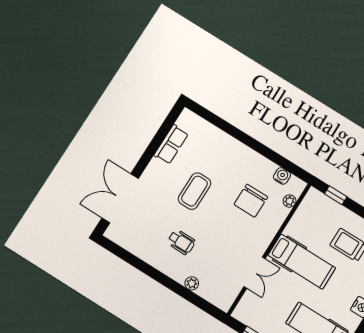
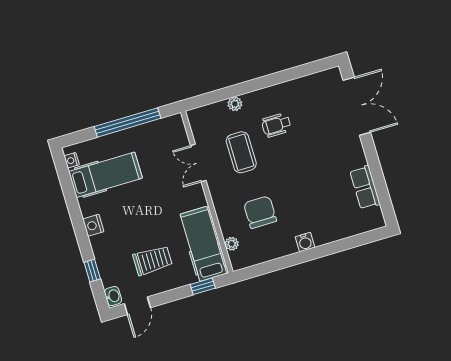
water cooler: (282, 176) -> (305, 242), moved
coffee table: (195, 191) -> (241, 152), moved
hospital bed: (302, 262) -> (203, 244), moved, turned 90

